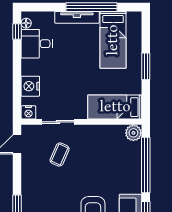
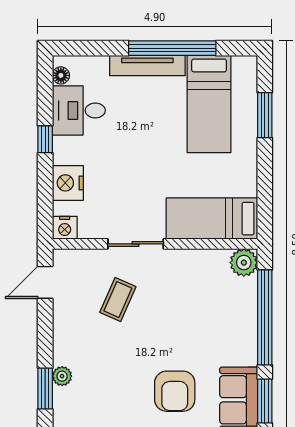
window: (17, 31) -> (45, 139), moved
window: (146, 66) -> (265, 115), moved
sliding door: (58, 122) -> (136, 244), moved
plant: (27, 199) -> (62, 376), added

